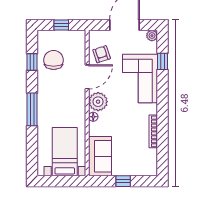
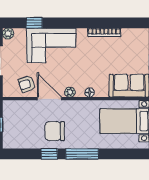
chair: (54, 60) -> (55, 131), moved
window: (32, 62) -> (49, 154), moved
plant: (98, 102) -> (70, 92), width x0.53, depth x0.53

